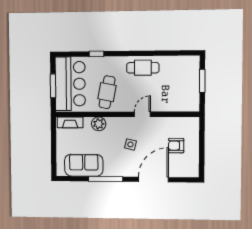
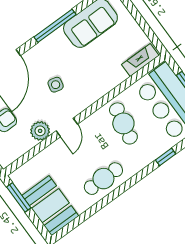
booth: (187, 75) -> (50, 206), added
window: (202, 81) -> (19, 197), moved
plant: (99, 124) -> (40, 131), moved

